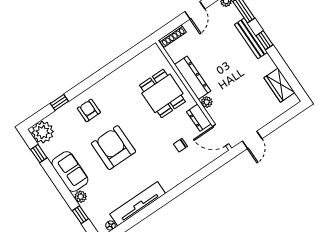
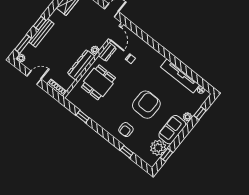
window: (124, 59) -> (83, 117), added
plant: (43, 132) -> (158, 148), moved
armchair: (113, 148) -> (146, 105), turned 180

